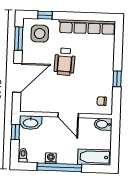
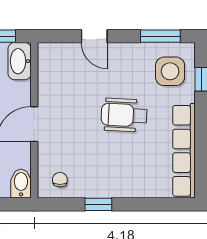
door: (17, 78) -> (94, 36), width x0.53

